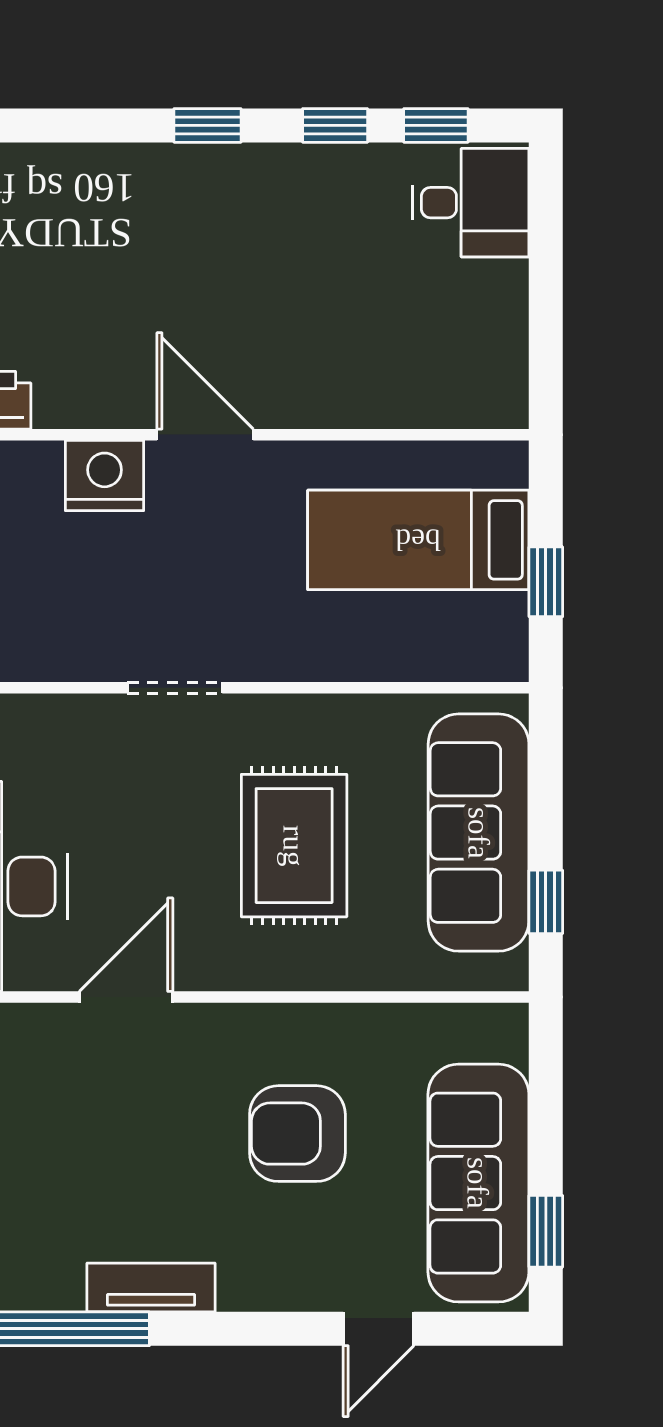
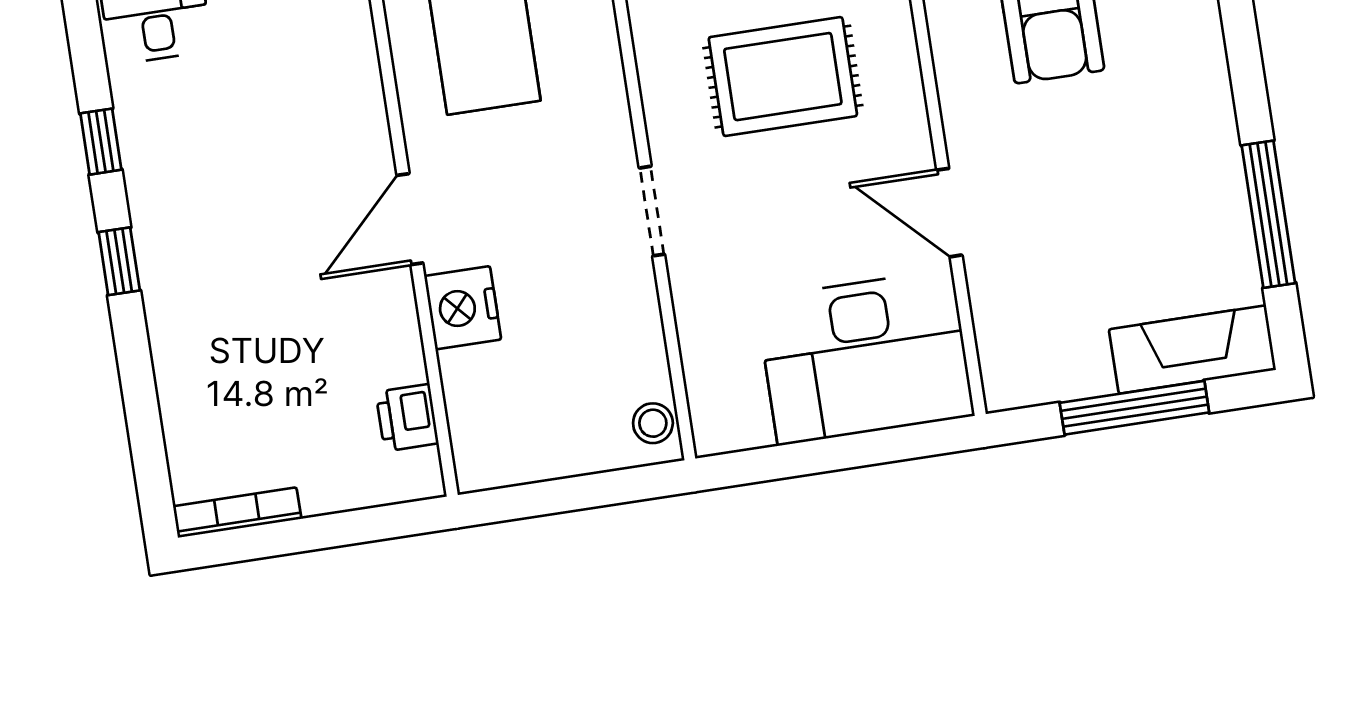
window: (436, 125) -> (86, 47), removed
tv unit: (151, 1288) -> (1218, 147), removed

